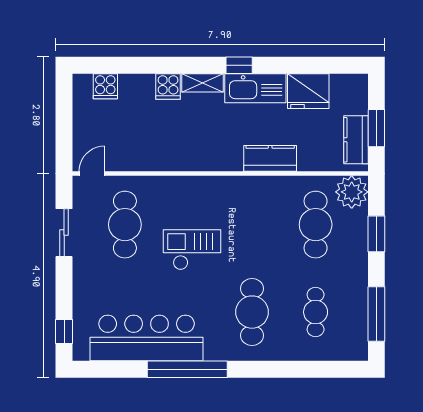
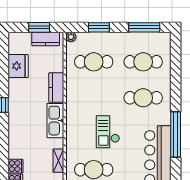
shelving: (202, 83) -> (58, 161), moved
cooker: (168, 86) -> (16, 166), moved
kitchen sink: (255, 88) -> (55, 121), moved, turned 180
plant: (352, 192) -> (71, 37), width x0.53, depth x0.53
cafe table: (316, 312) -> (143, 62), width x1.37, depth x1.35

